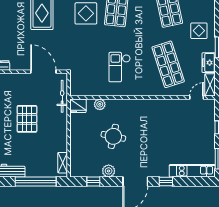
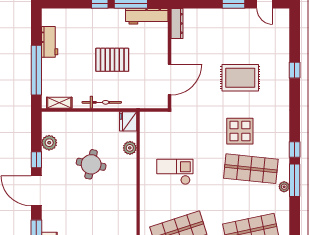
bicycle: (62, 96) -> (102, 102), moved
plant: (109, 171) -> (49, 143), moved
window: (93, 182) -> (36, 160), moved

